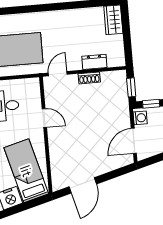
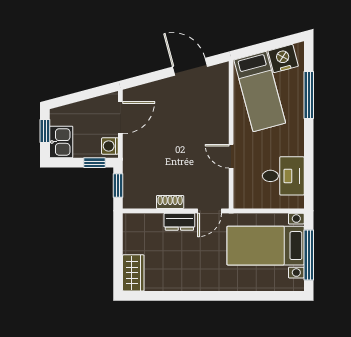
dresser: (94, 62) -> (179, 222), moved
door: (83, 185) -> (190, 67), hinge flipped

